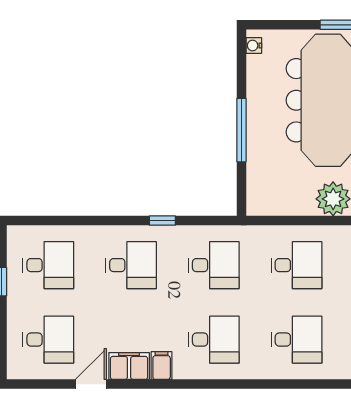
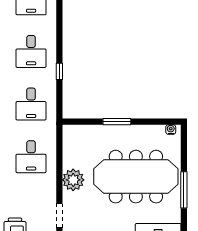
window: (241, 130) -> (117, 122), width x0.69

